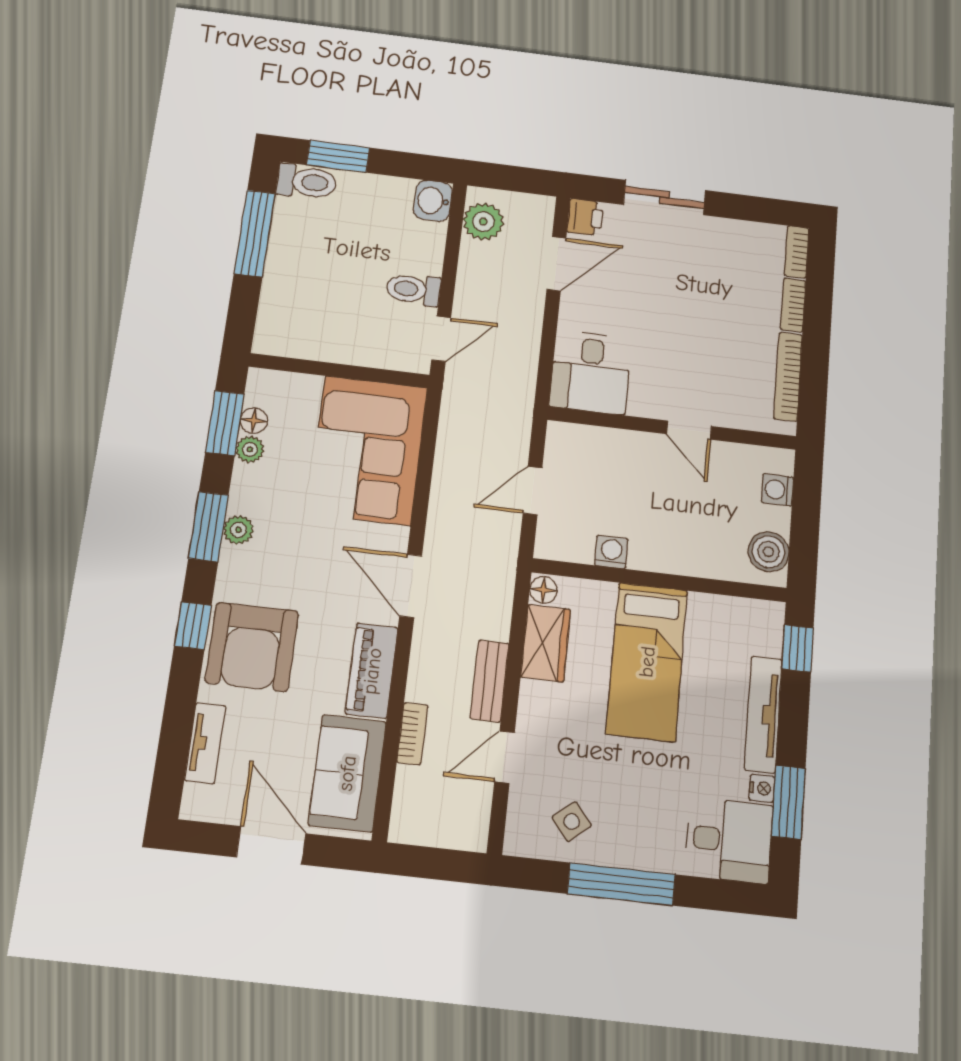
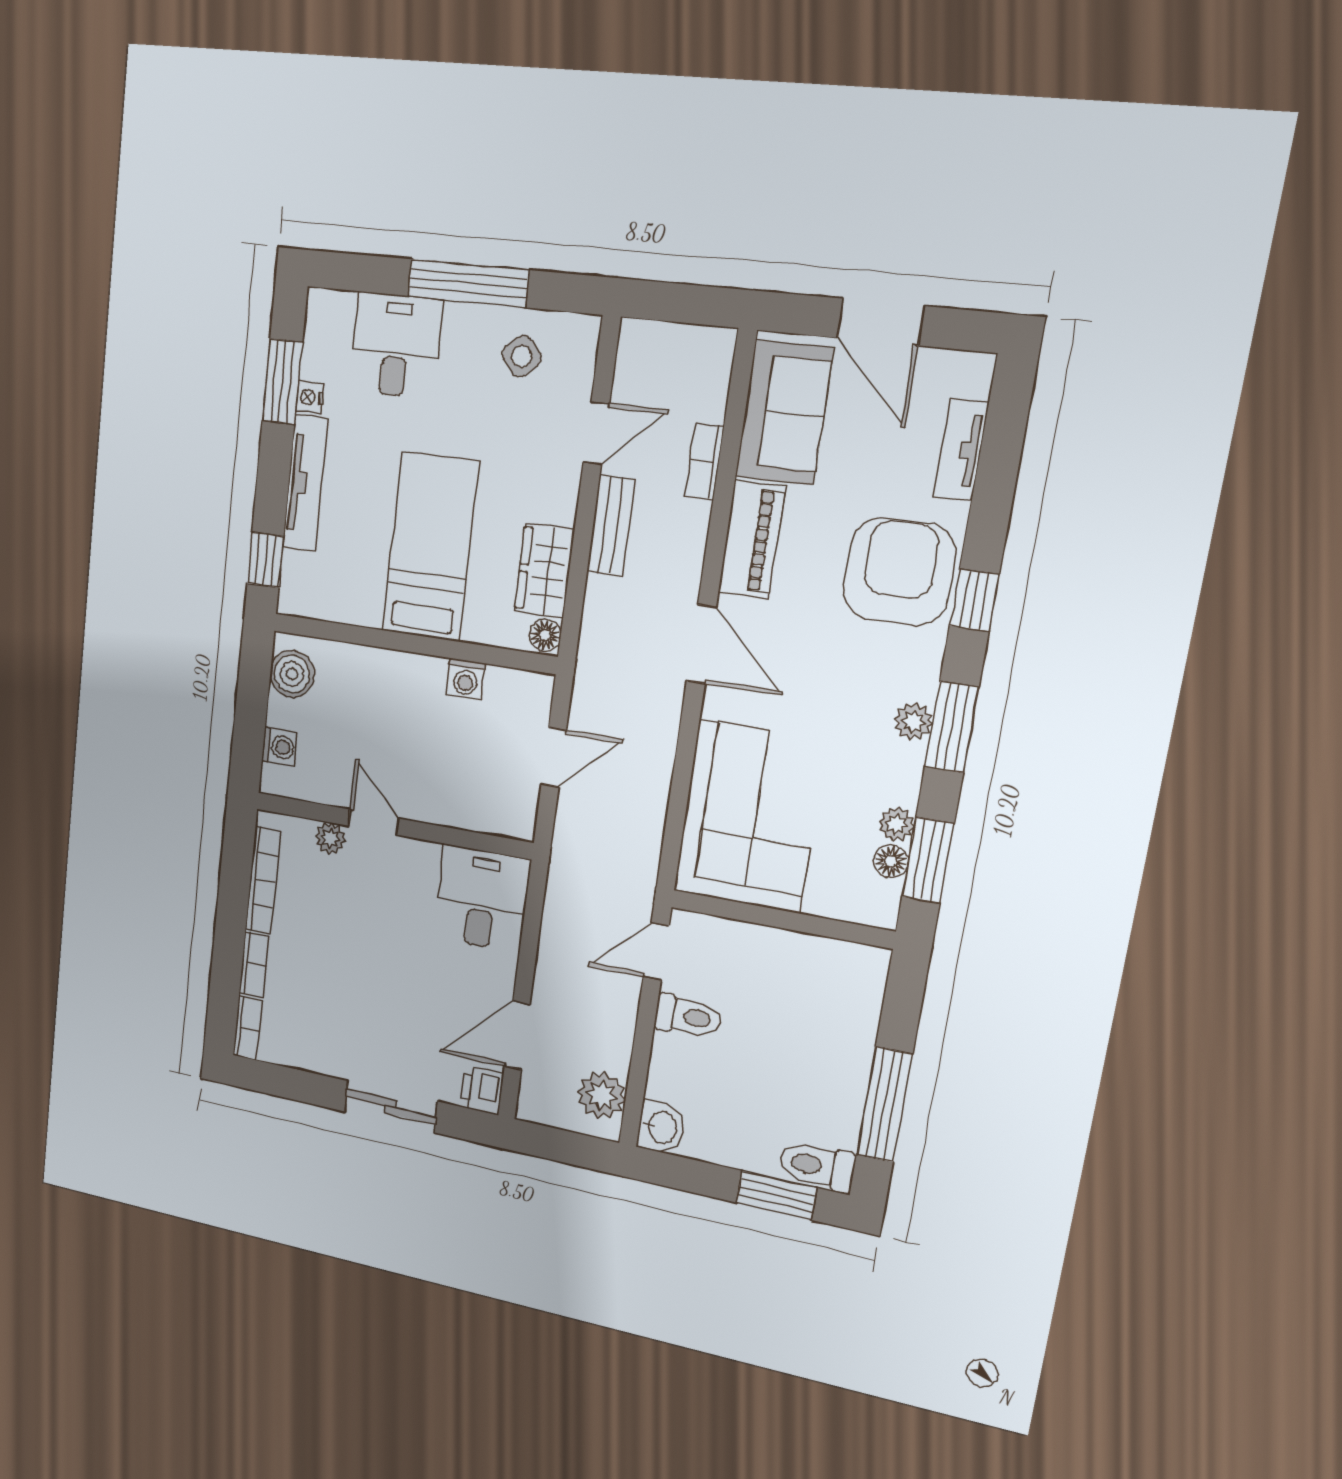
plant: (728, 415) -> (330, 838), added
desk: (729, 840) -> (396, 345), moved, turned 90

